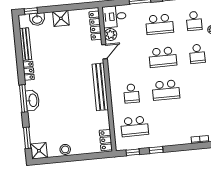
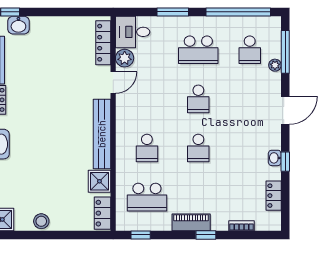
shower: (61, 18) -> (99, 181), moved
school desk: (197, 54) -> (250, 99), removed
school desk: (163, 57) -> (198, 99), width x0.54
school desk: (166, 90) -> (198, 148), width x0.54
piano: (166, 140) -> (191, 222), added
window: (156, 150) -> (206, 235), moved

